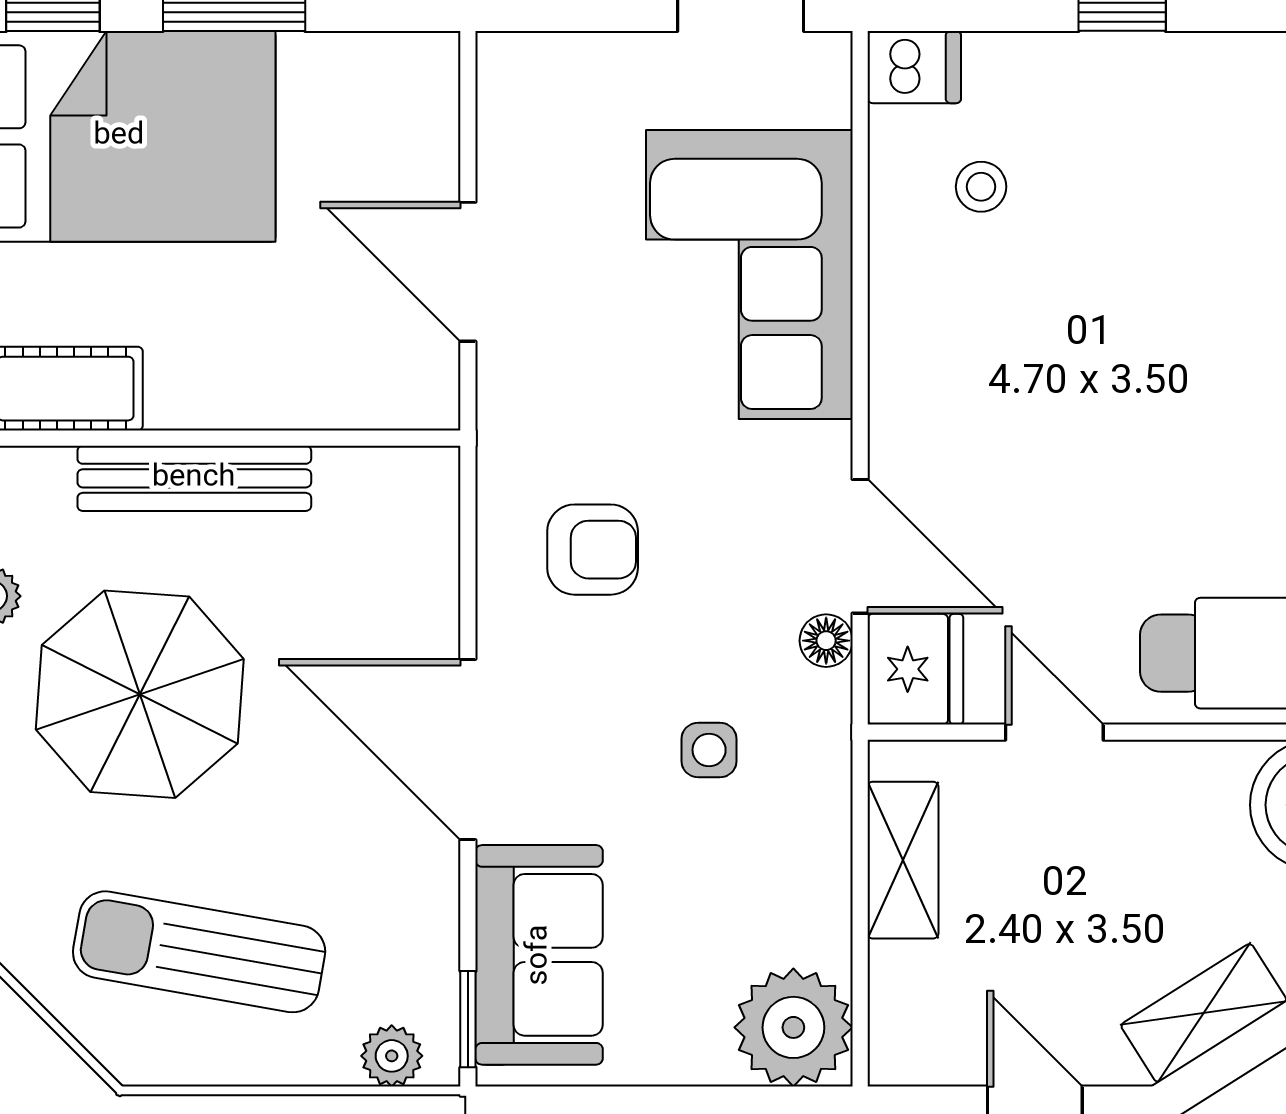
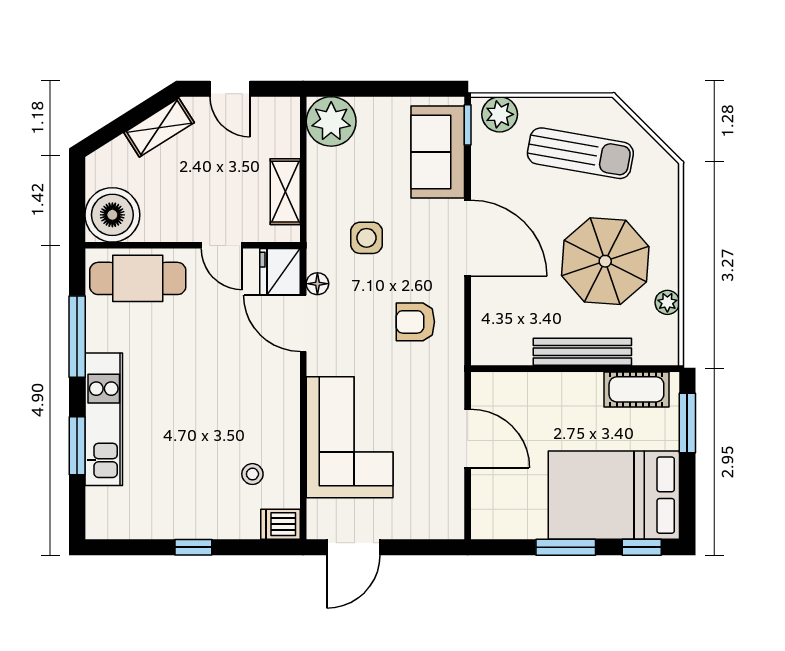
side table: (709, 750) -> (367, 238), width x1.37, depth x1.37
plant: (392, 1056) -> (500, 114), width x1.38, depth x1.38

